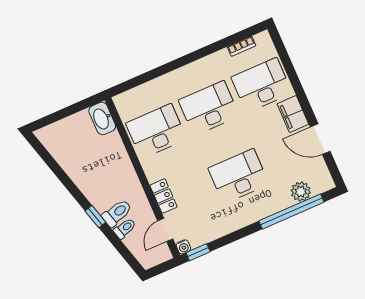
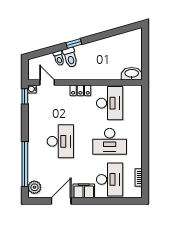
desk: (209, 108) -> (110, 141), turned 90
plant: (301, 192) -> (34, 187), moved
locker: (163, 196) -> (80, 90), moved

